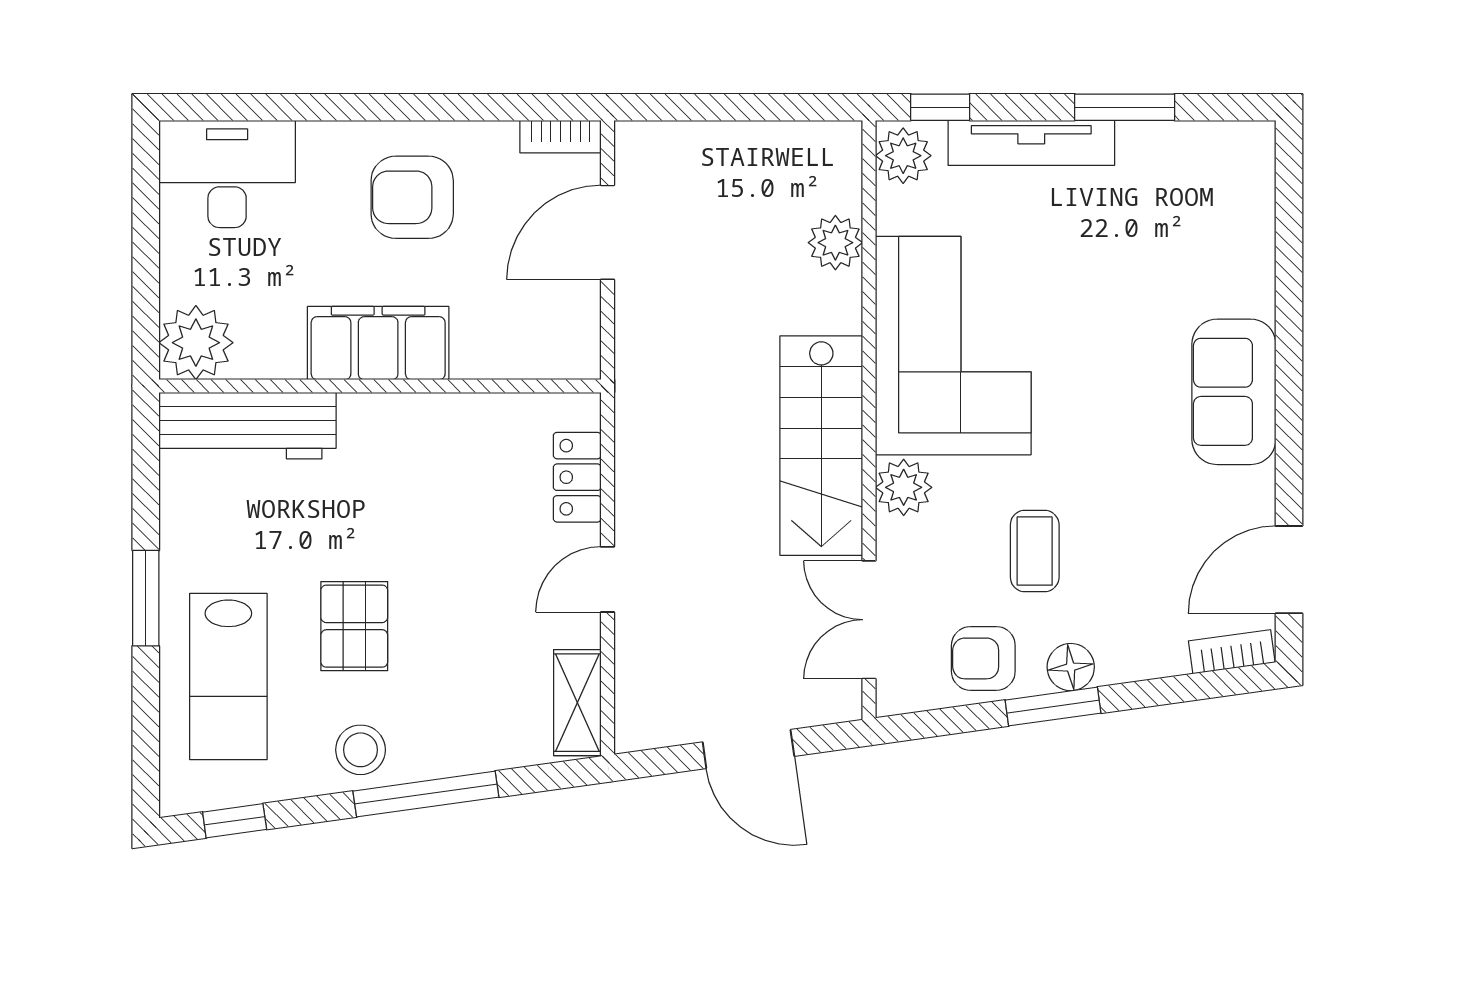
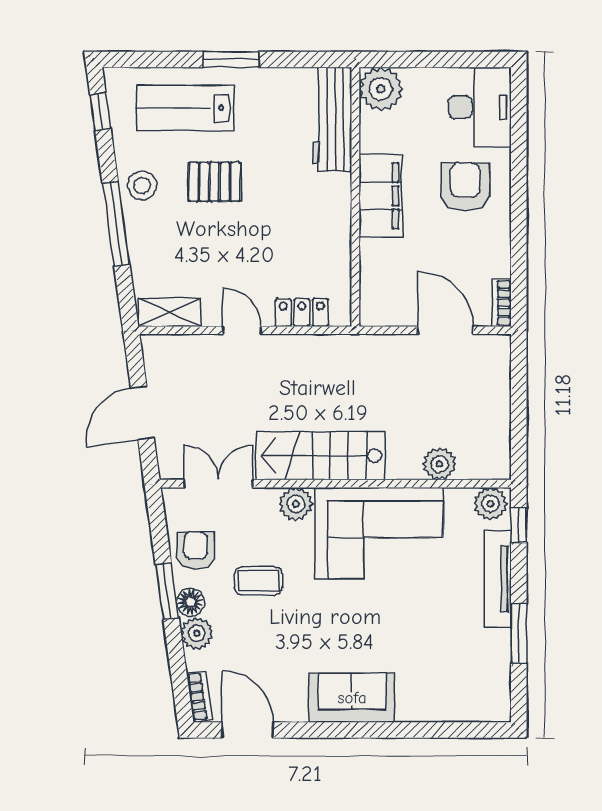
armchair: (412, 197) -> (465, 187), moved
plant: (1124, 656) -> (197, 633), added

